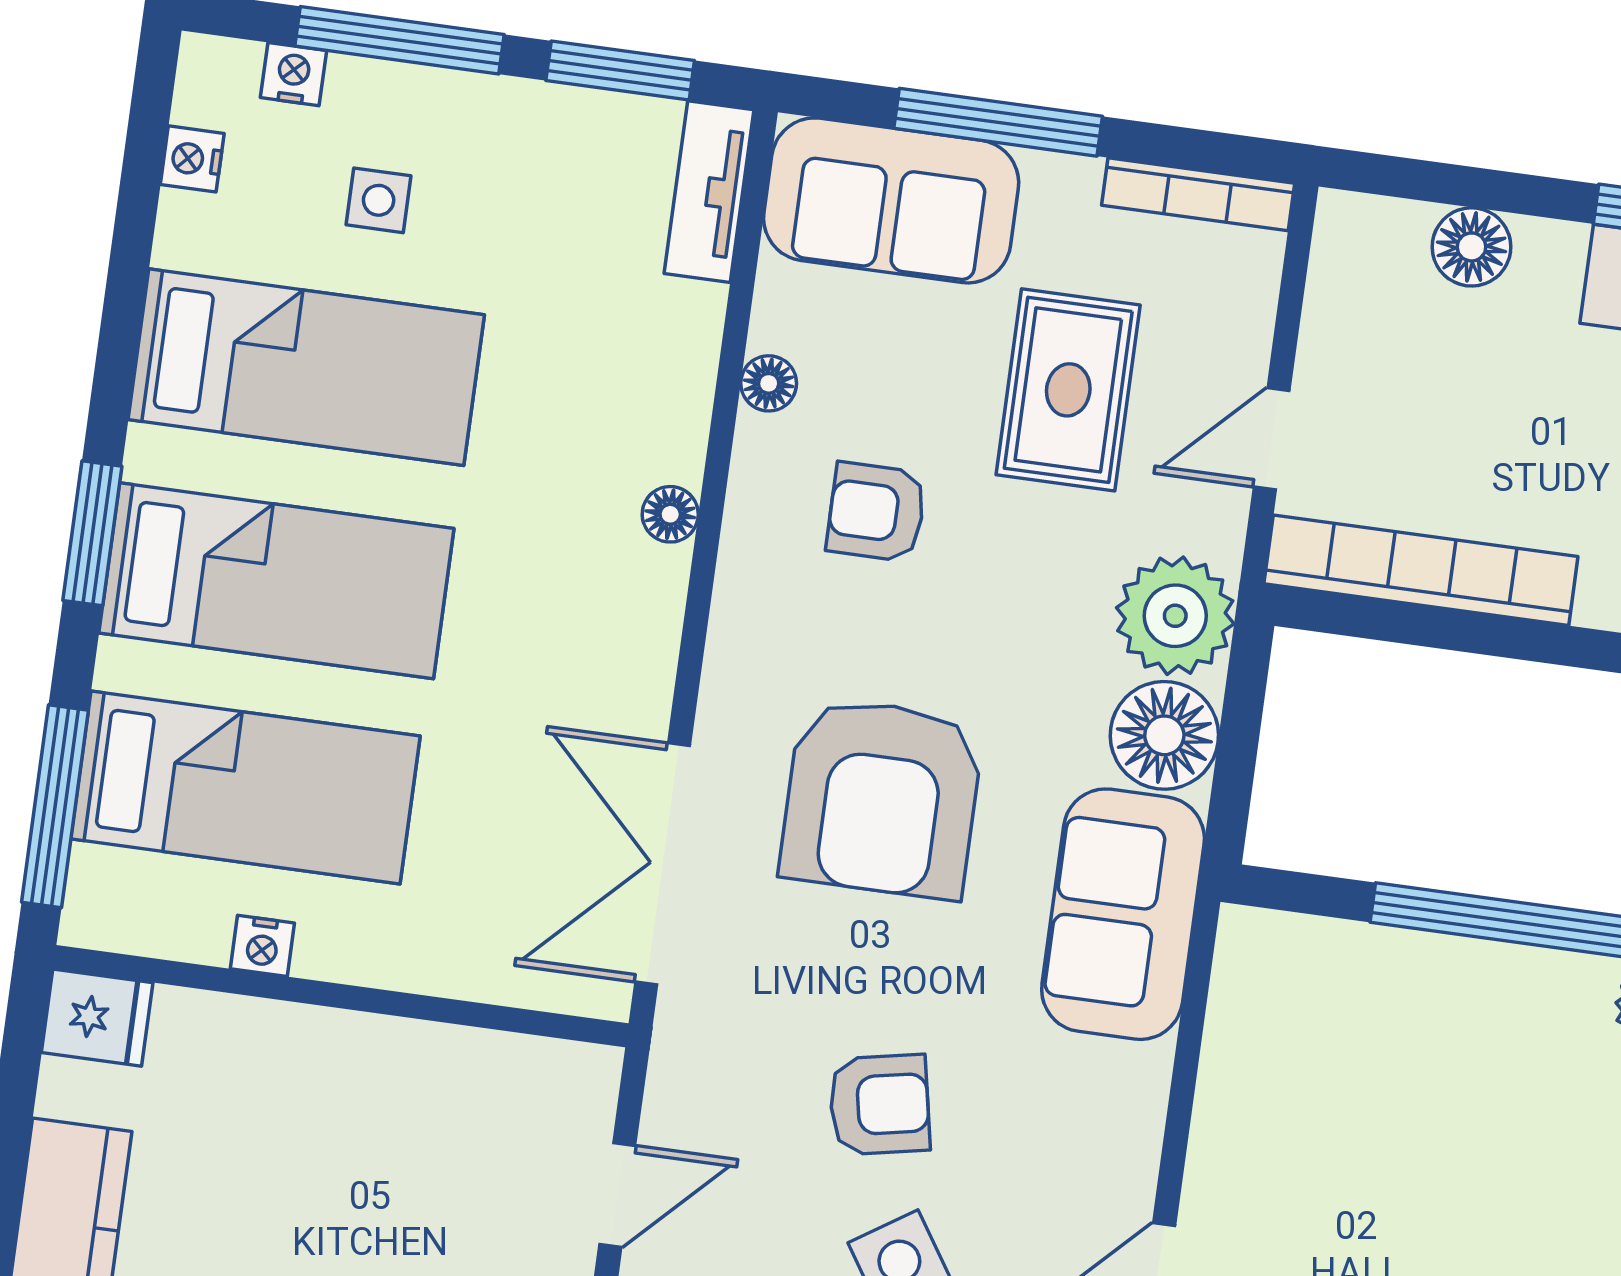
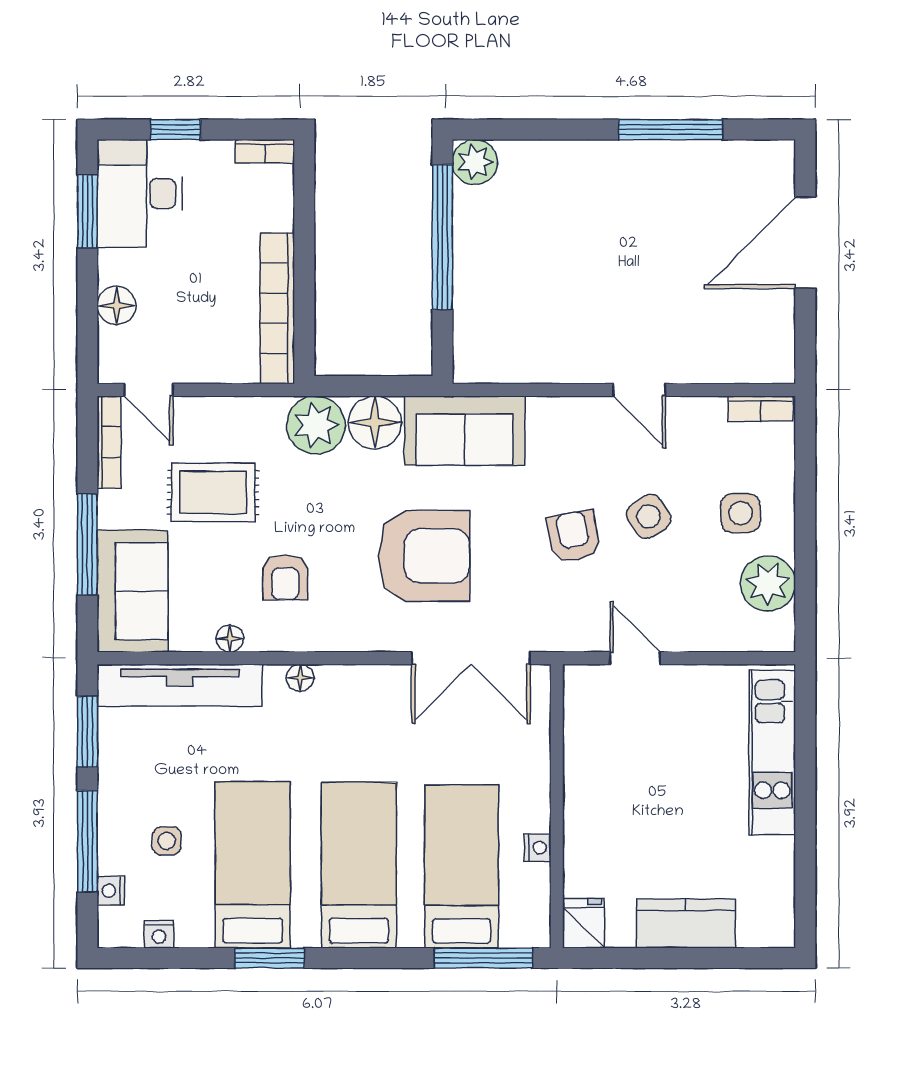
tv unit: (709, 192) -> (180, 685), width x1.92, depth x1.29
door: (1272, 439) -> (149, 390), moved
window: (92, 533) -> (270, 958), moved

